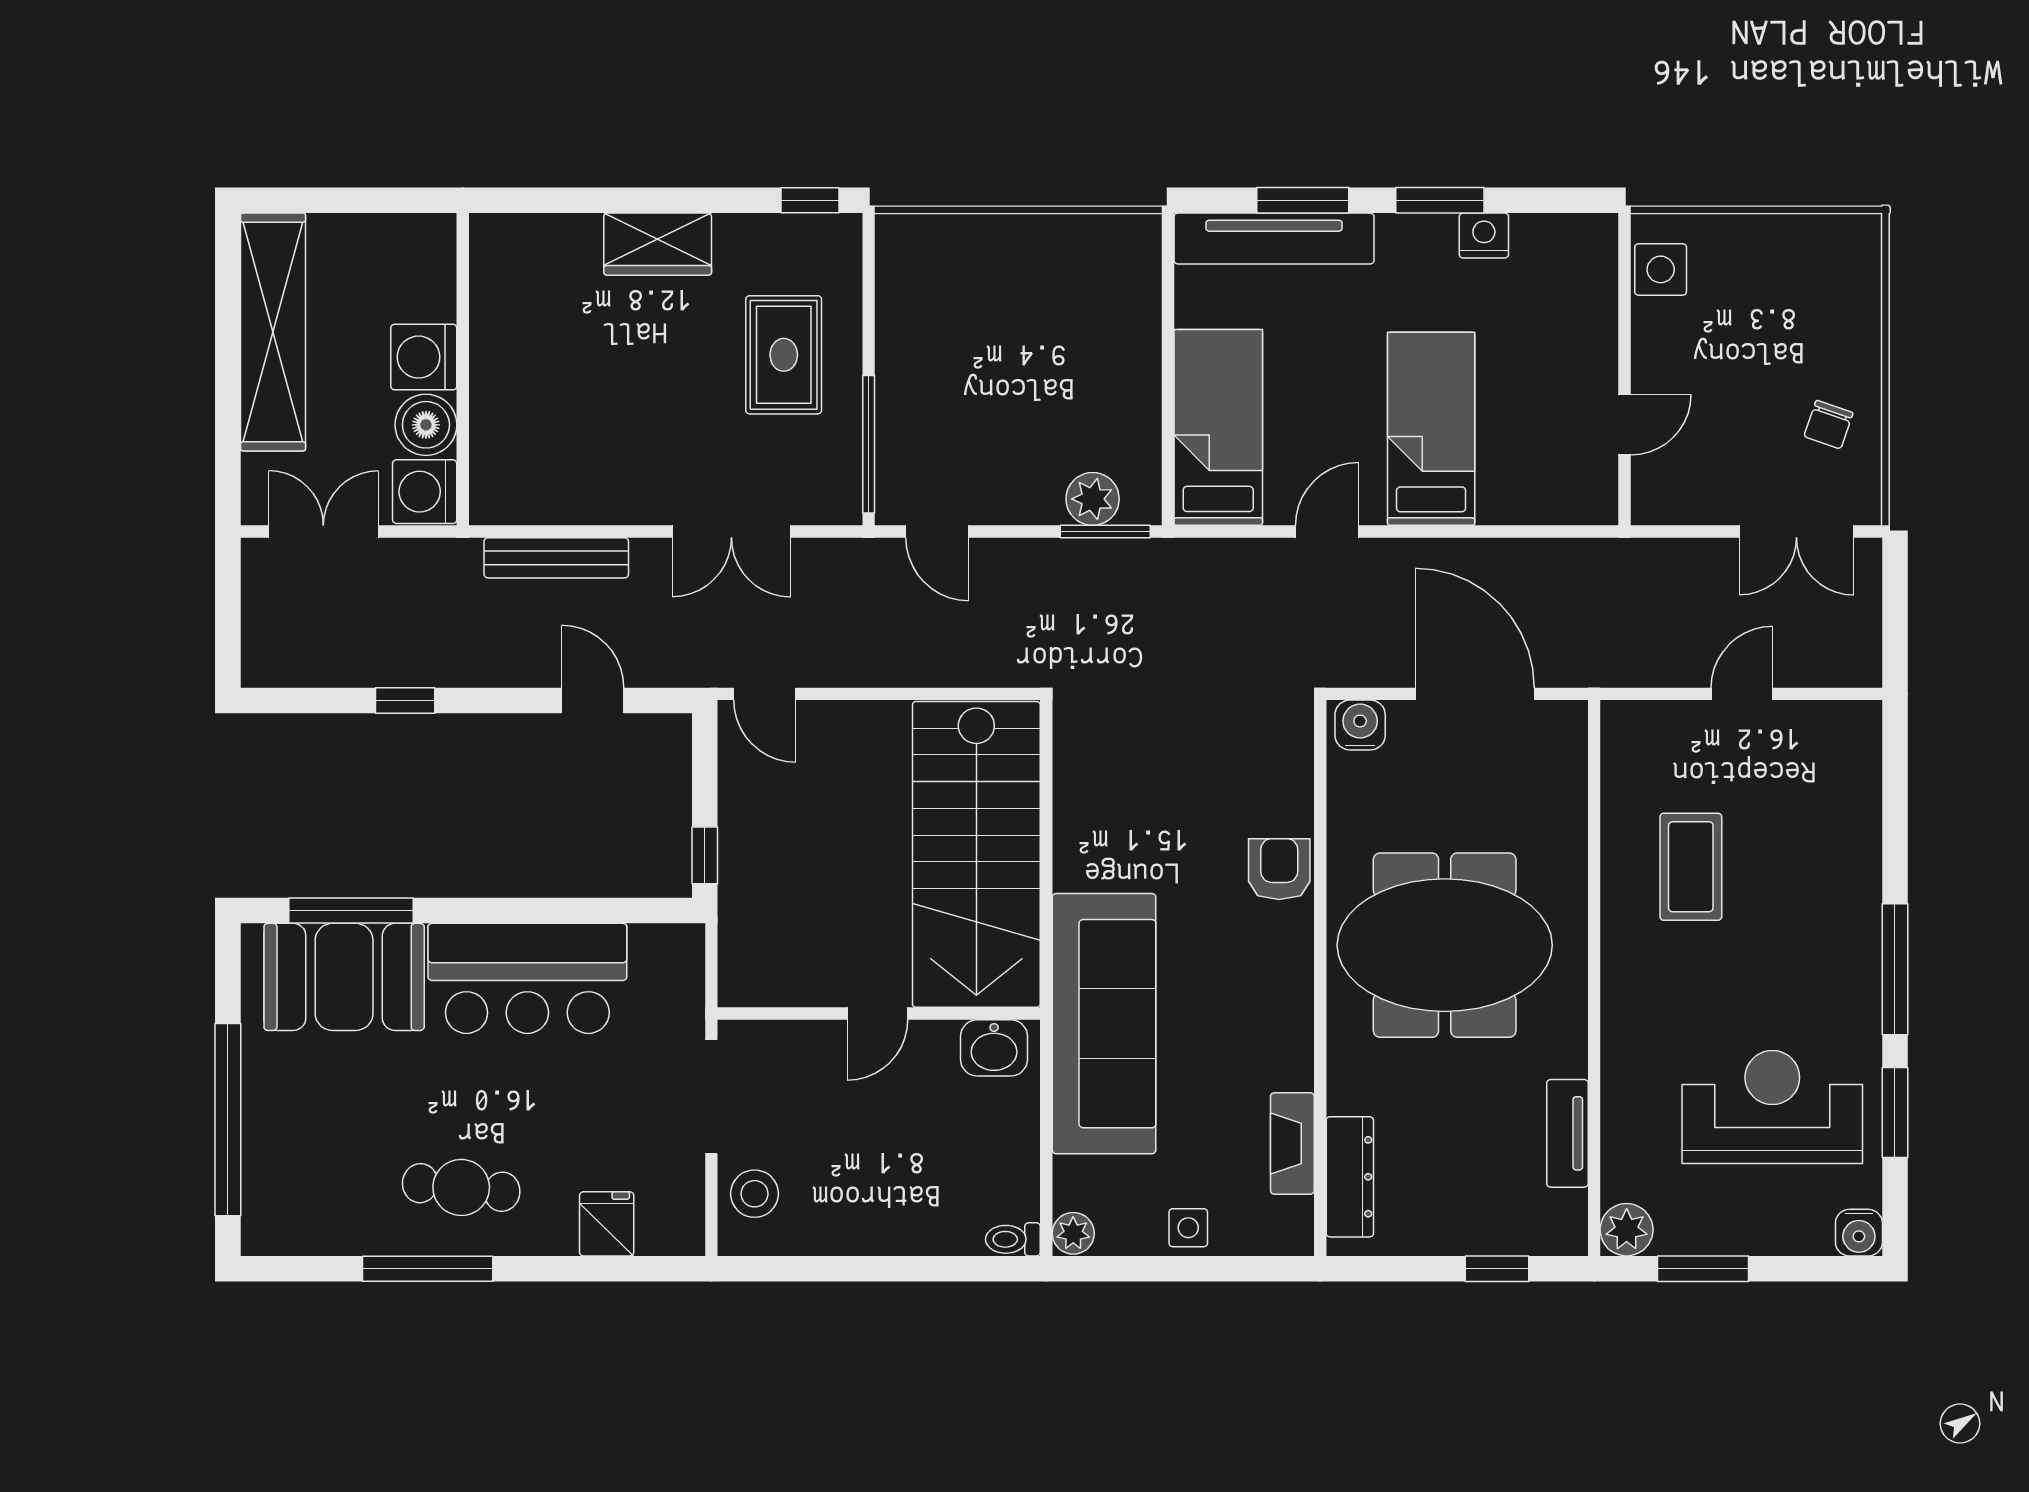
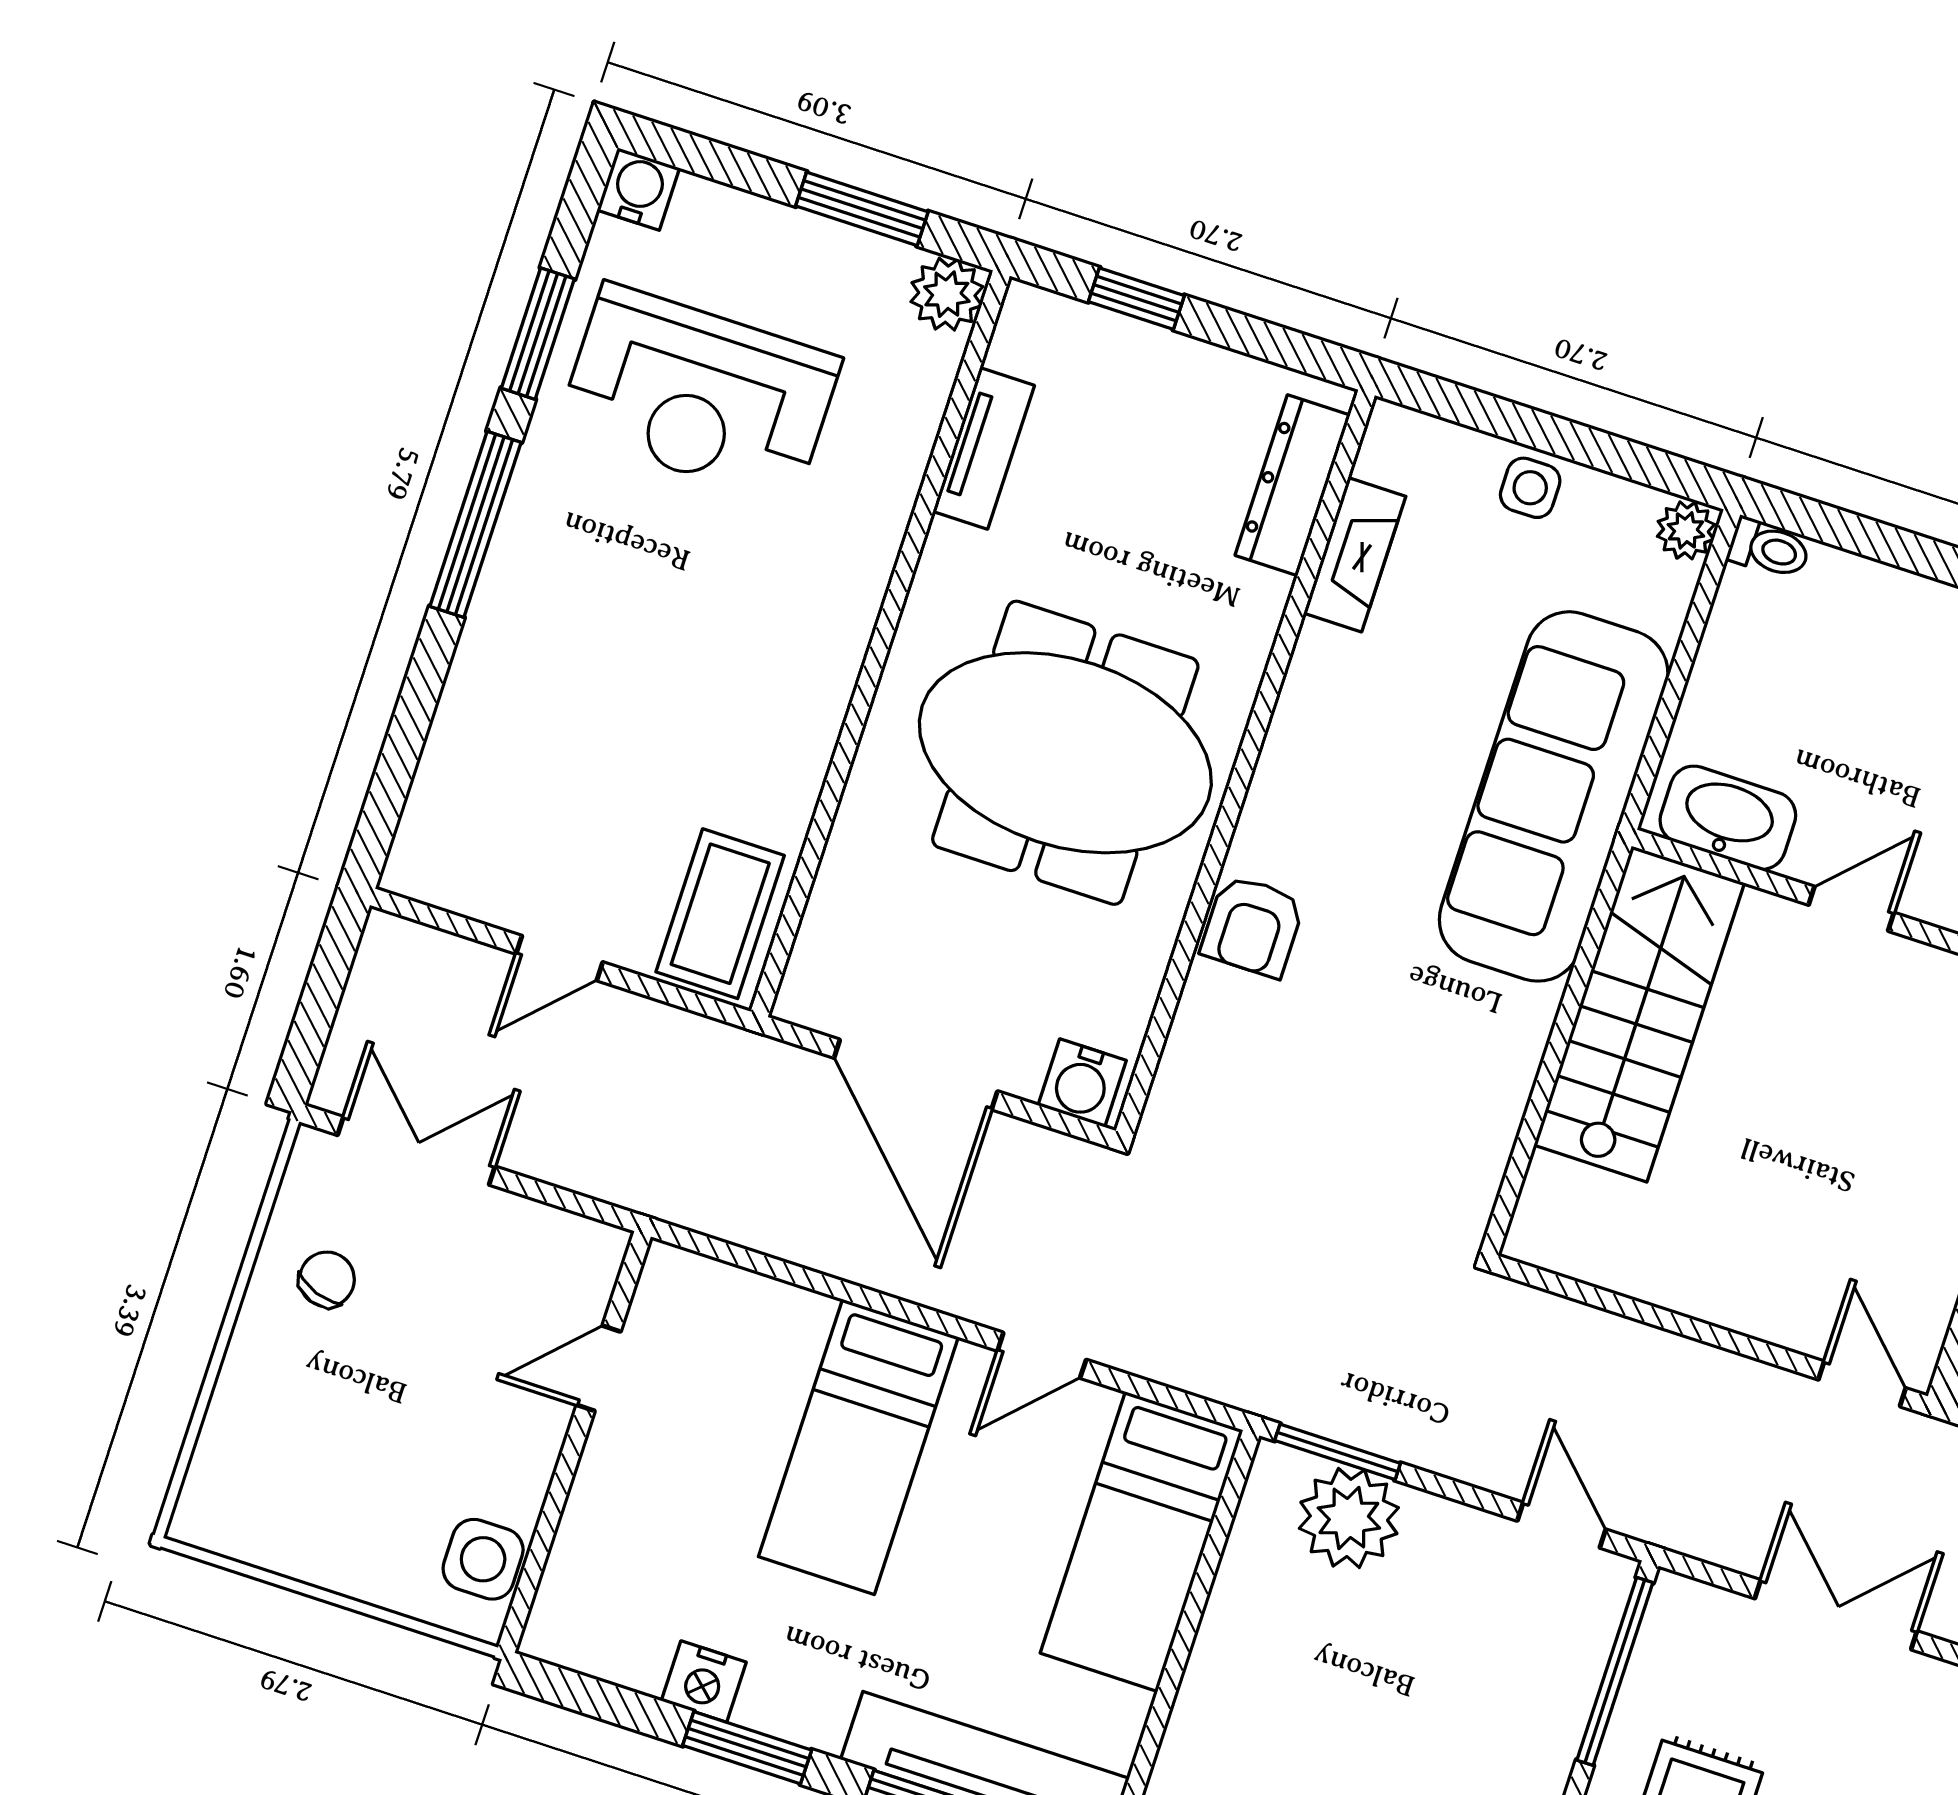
plant: (1093, 499) -> (1349, 1518), width x1.36, depth x1.36
stairs: (976, 854) -> (1639, 1014), width x0.73, depth x0.66
coffee table: (1691, 867) -> (720, 914), moved
washbasin: (994, 1048) -> (1728, 818), width x1.38

